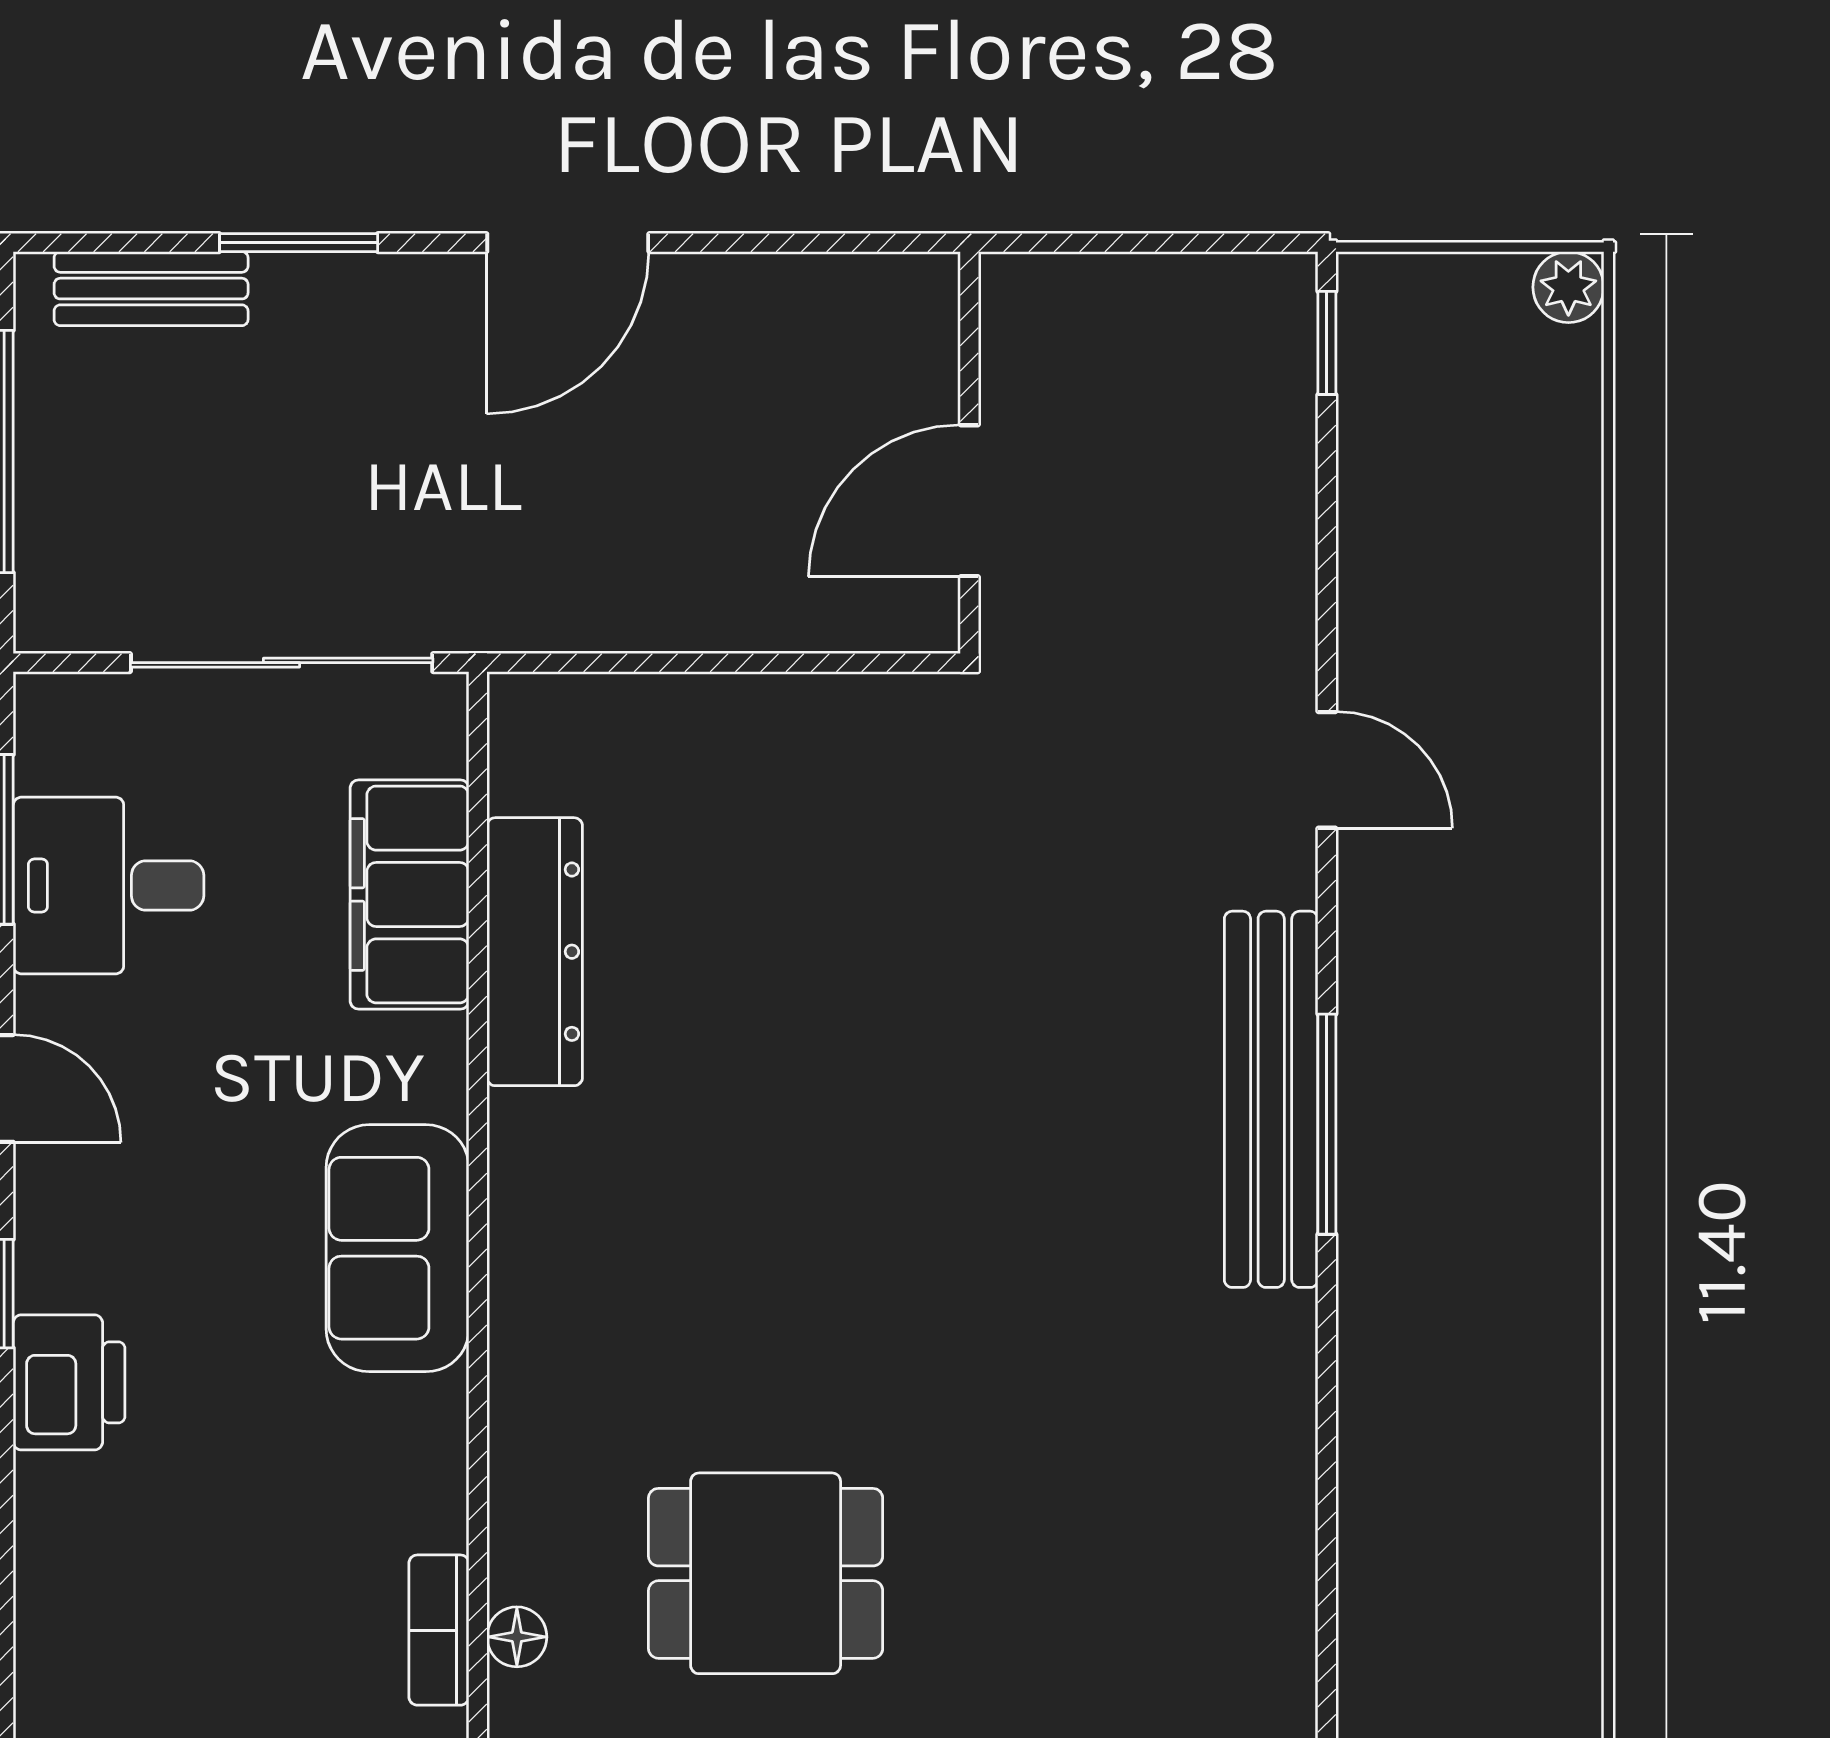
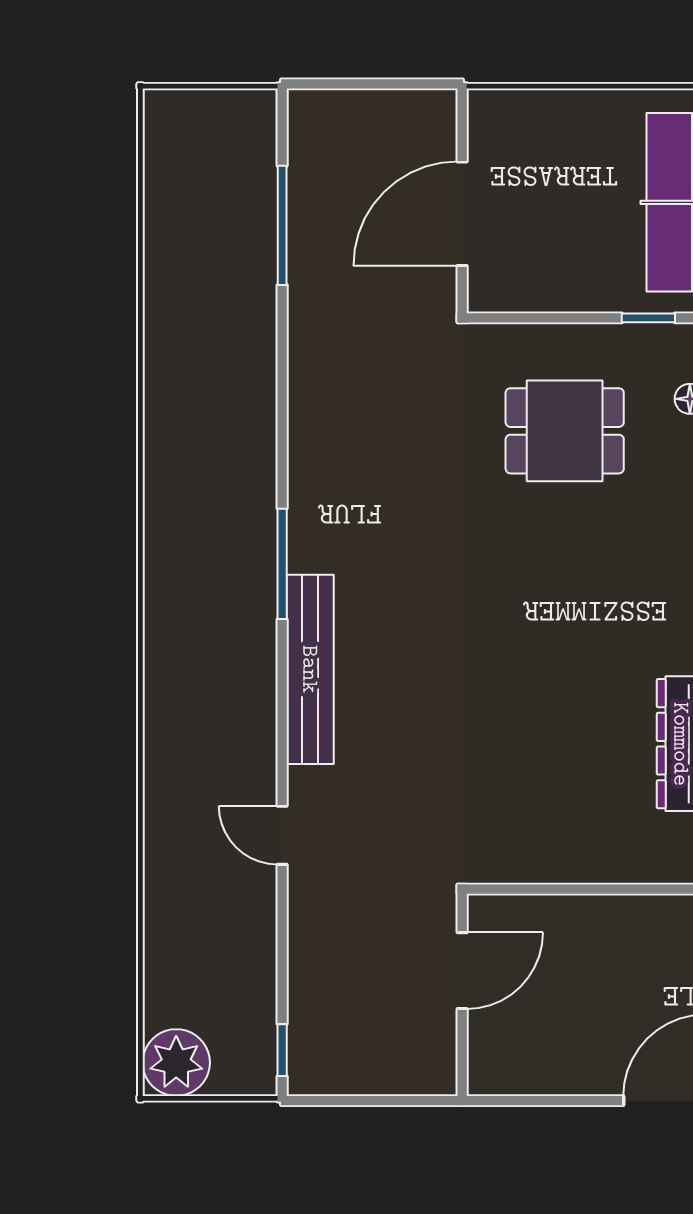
plant: (1568, 287) -> (176, 1063), width x1.88, depth x1.88
window: (1327, 1124) -> (282, 564), moved

